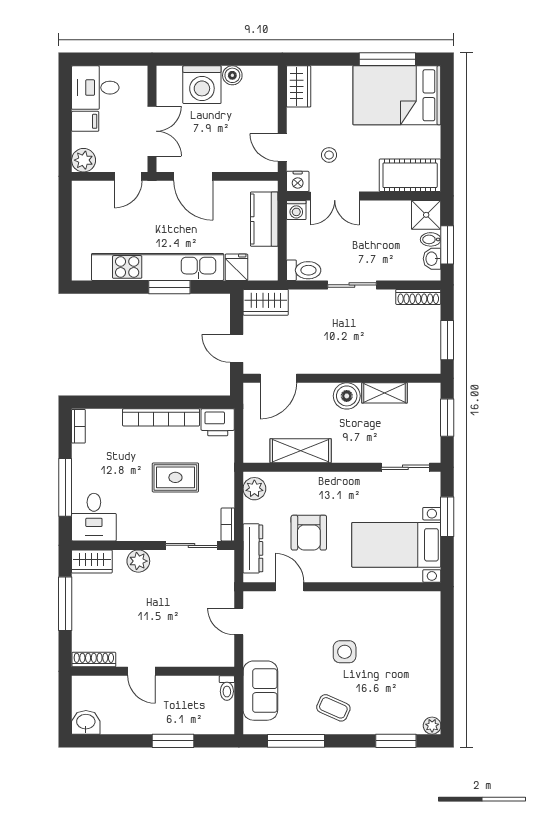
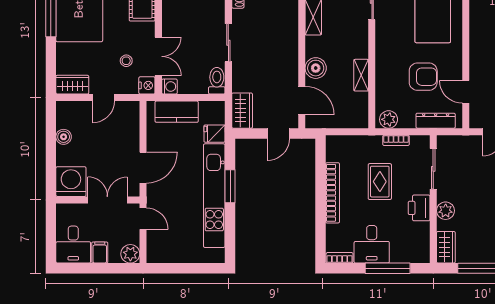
washing machine: (202, 85) -> (71, 182), moved, turned -90
door: (282, 147) -> (103, 98), moved
boiler: (347, 396) -> (316, 68), moved
printer: (218, 422) -> (419, 208), moved, turned 180
shelving: (301, 451) -> (361, 75), width x0.67, depth x0.75
desk: (94, 517) -> (372, 244), moved, turned 90
bookcase: (228, 524) -> (396, 140), moved
door: (290, 587) -> (466, 92), hinge flipped

